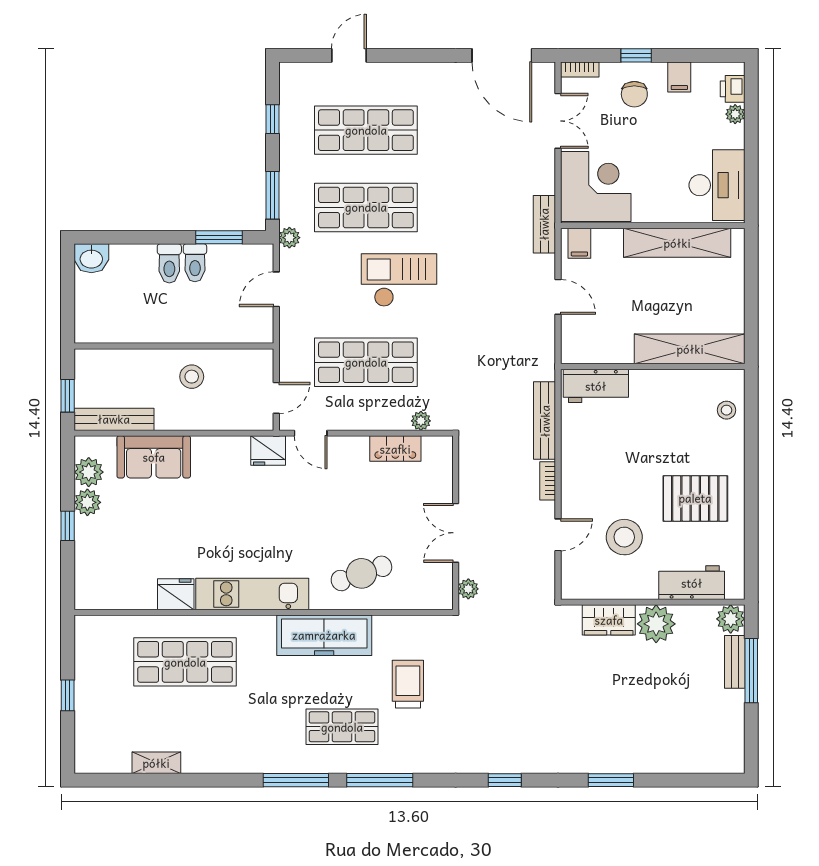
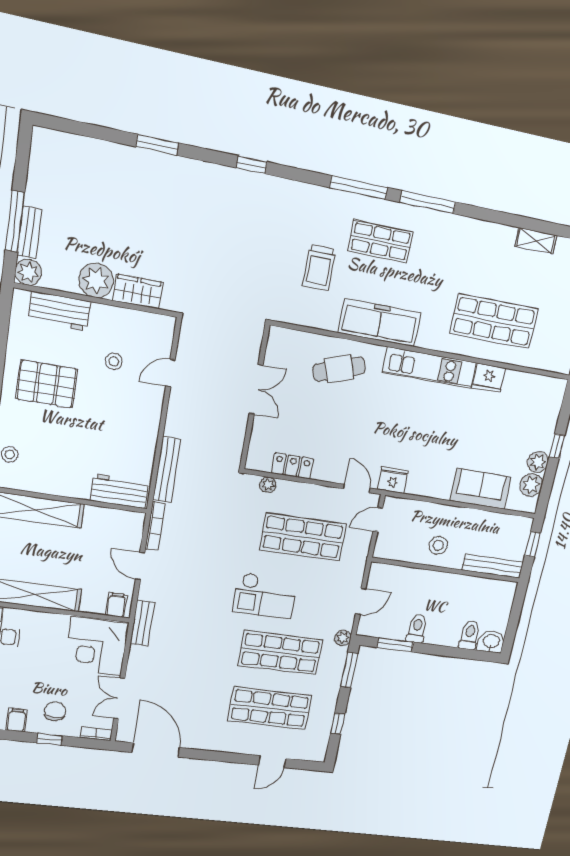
toilet: (169, 263) -> (470, 635), moved
bench: (114, 419) -> (493, 566), moved
bookcase: (548, 481) -> (155, 526), moved, width x1.56
stool: (624, 537) -> (114, 361), width x0.53, depth x0.53
plant: (468, 589) -> (254, 340), removed

